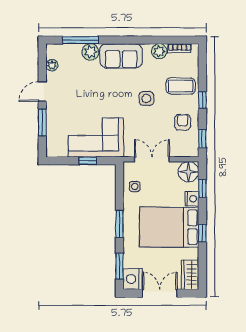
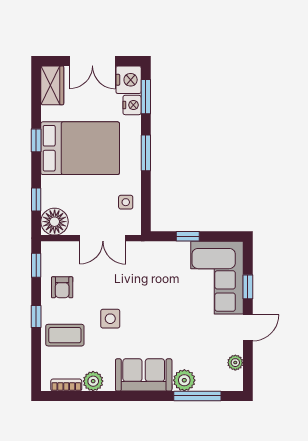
window: (42, 122) -> (248, 287), width x0.67
corner sofa: (96, 137) -> (217, 278), moved, turned 90
nightstand: (192, 199) -> (132, 105), moved, turned 180

